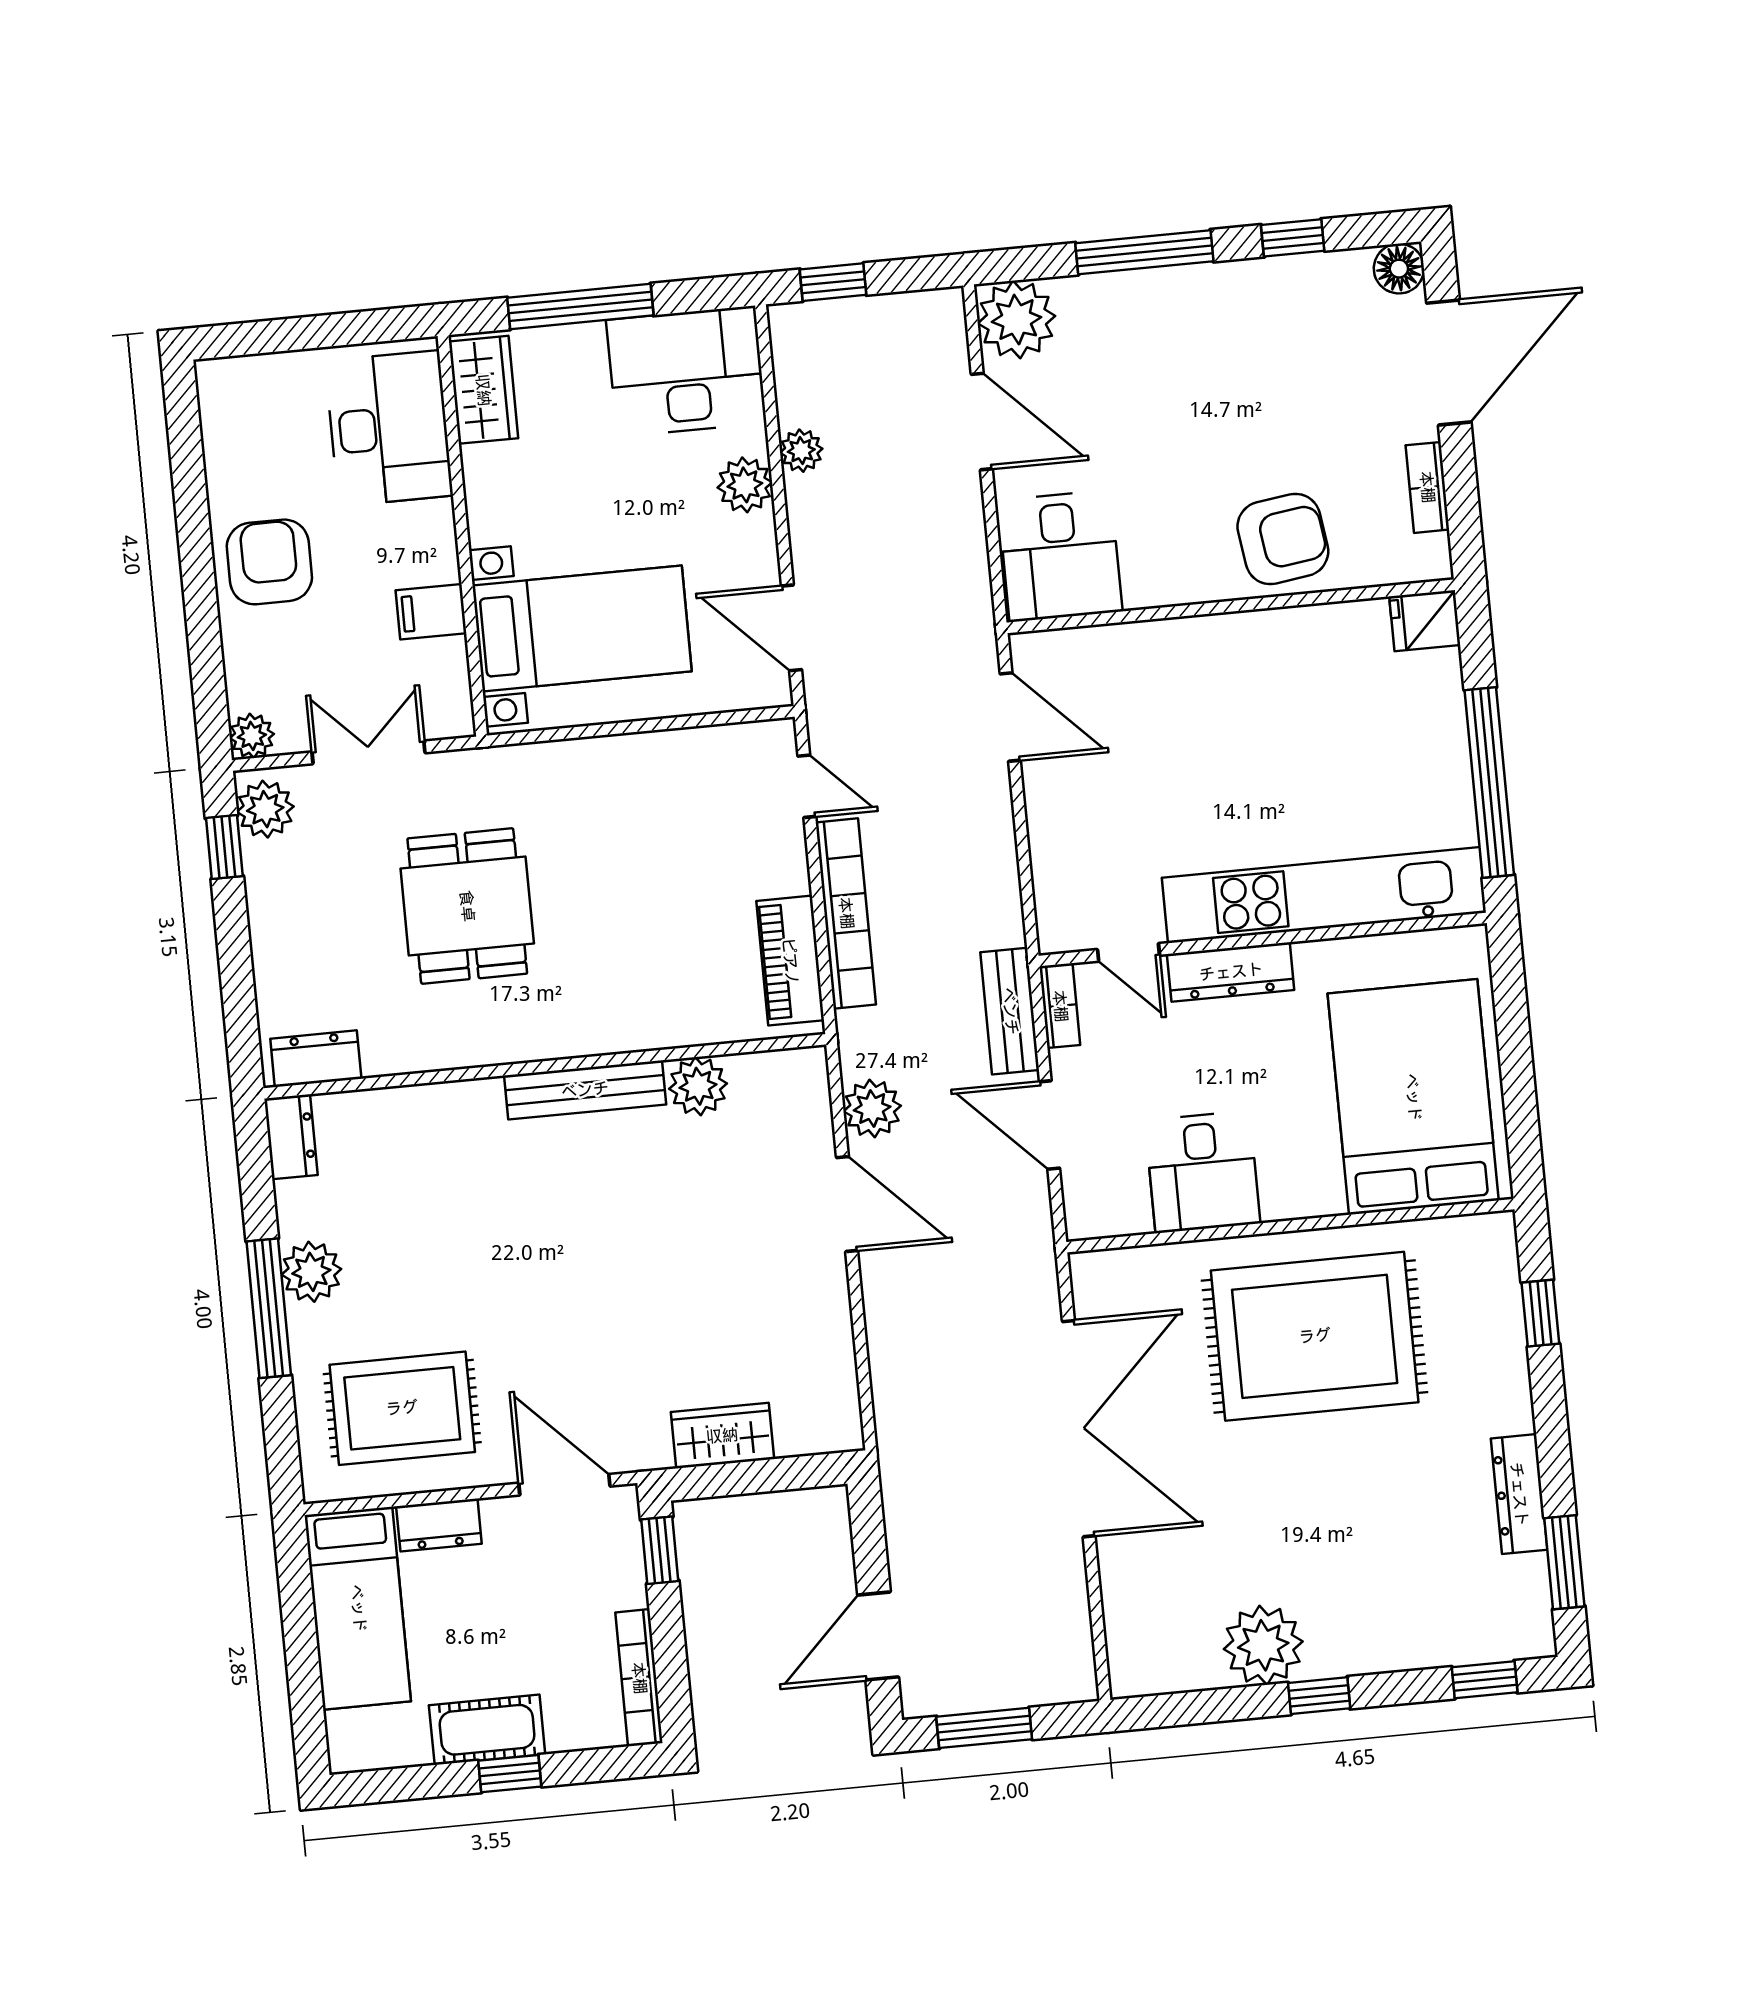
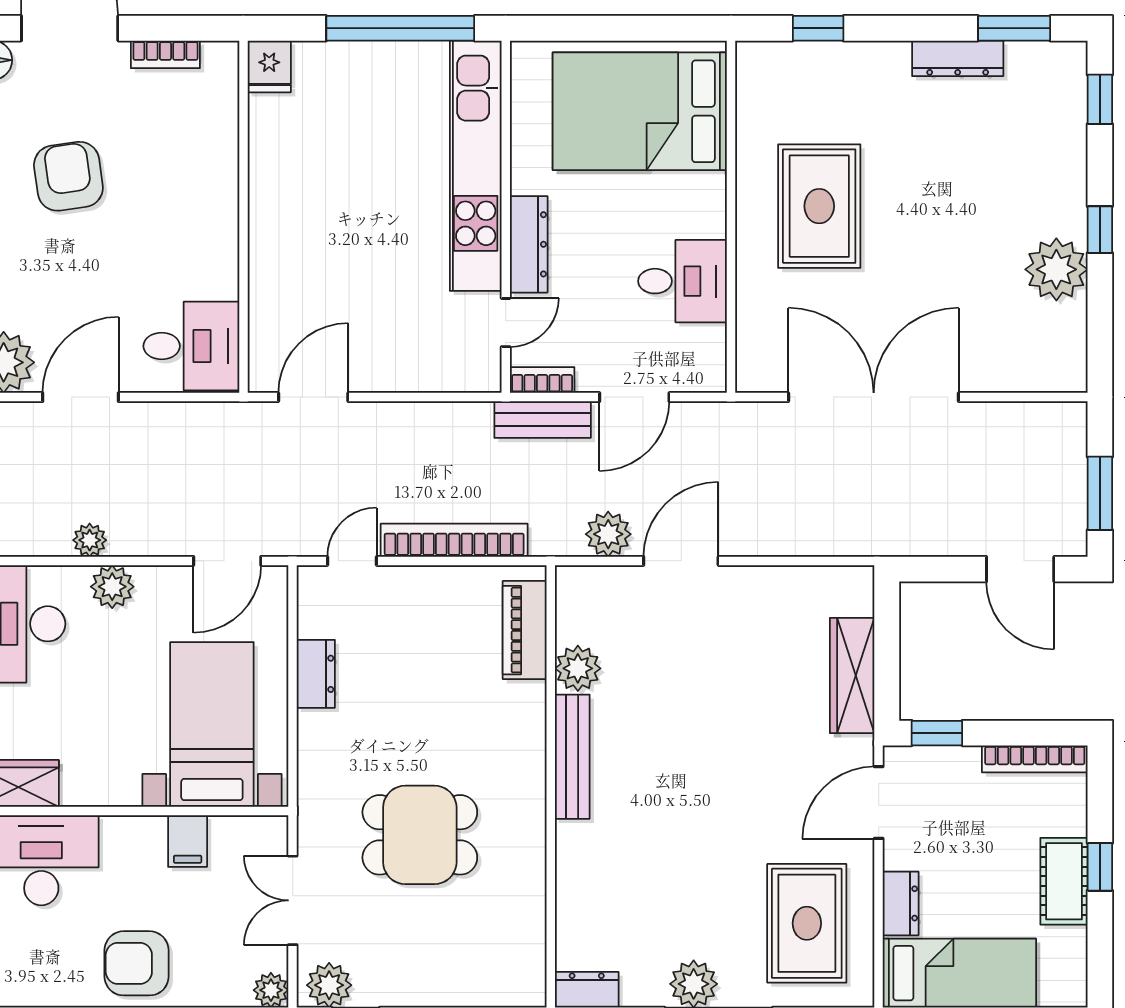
armchair: (1283, 539) -> (68, 176), moved
piano: (790, 961) -> (525, 630), moved, turned 90
dresser: (316, 1059) -> (316, 674), moved, turned 180
rug: (1315, 1336) -> (819, 206), width x0.73, depth x0.69
wardrobe: (722, 1436) -> (852, 675), width x1.50

